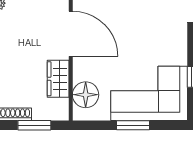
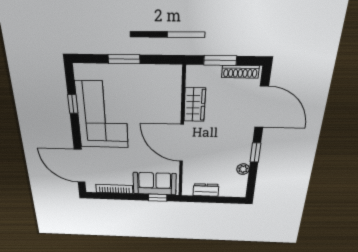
corner sofa: (149, 93) -> (102, 115), moved, turned -90
floor lamp: (86, 95) -> (169, 89), removed

